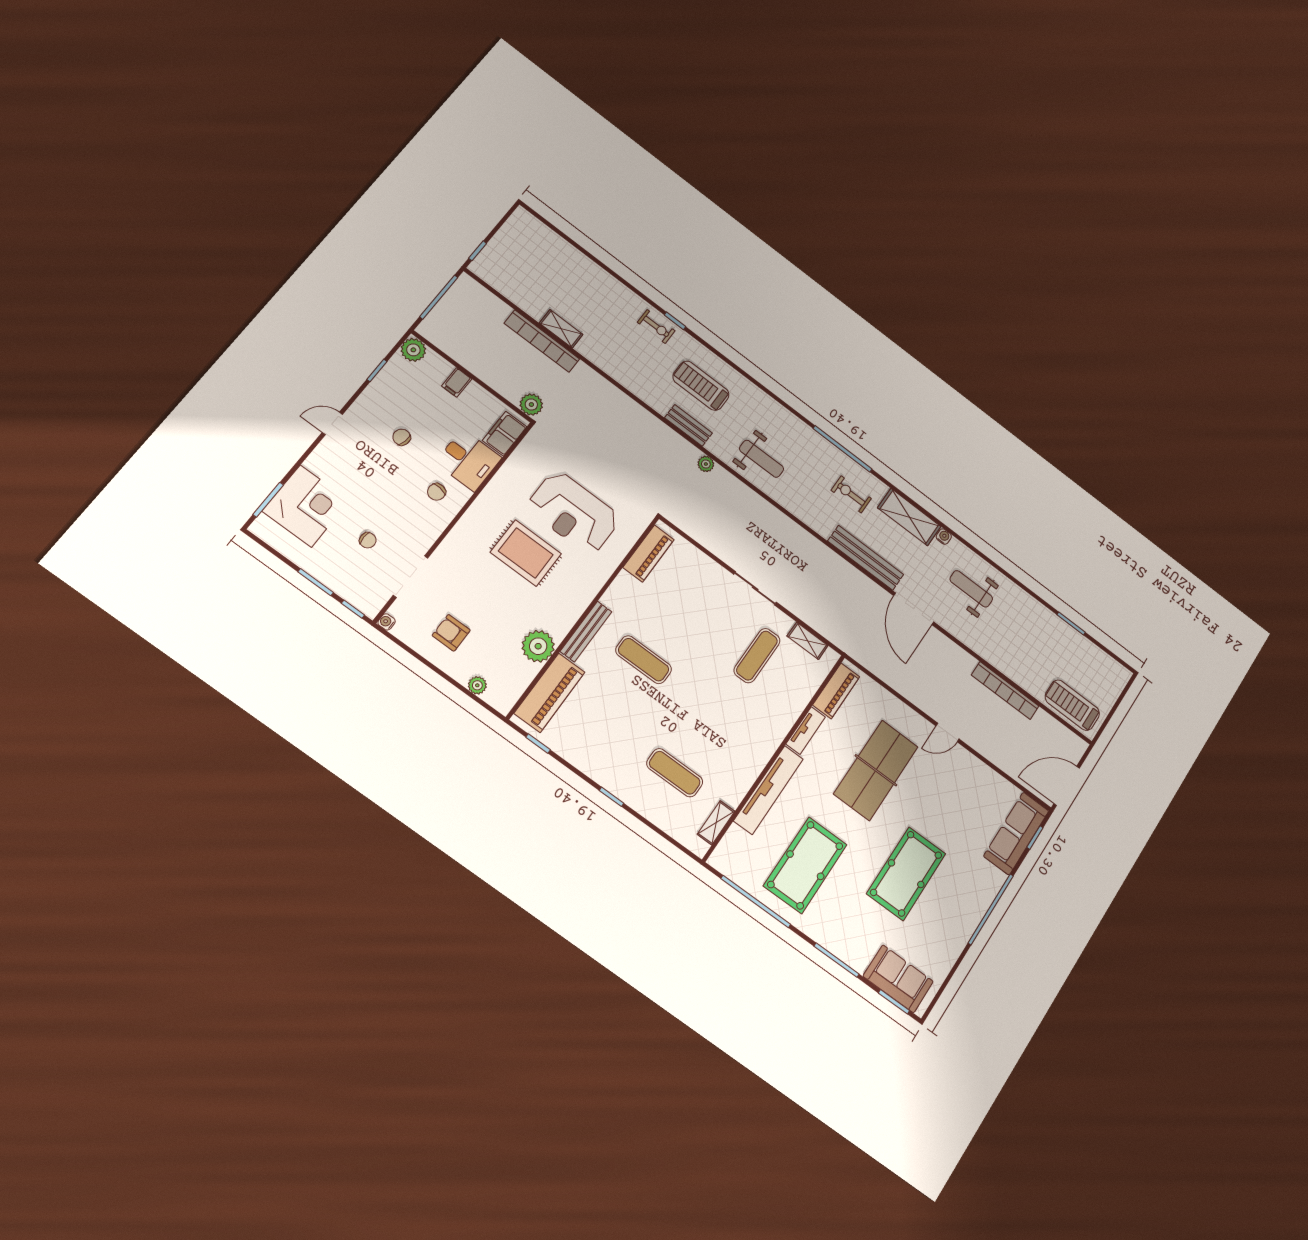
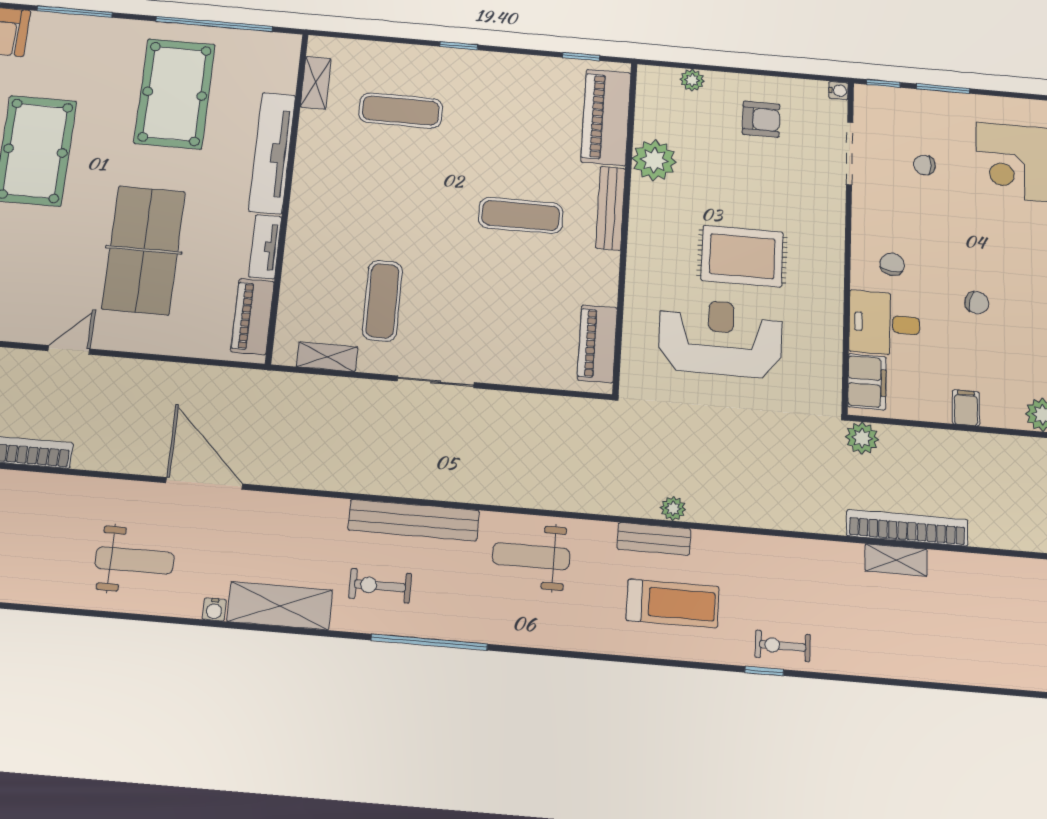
plant: (706, 464) -> (673, 509), moved
exercise bike: (851, 494) -> (380, 586), turned 180
bench: (866, 558) -> (414, 520), moved

